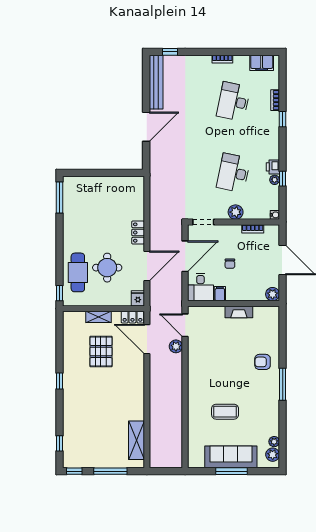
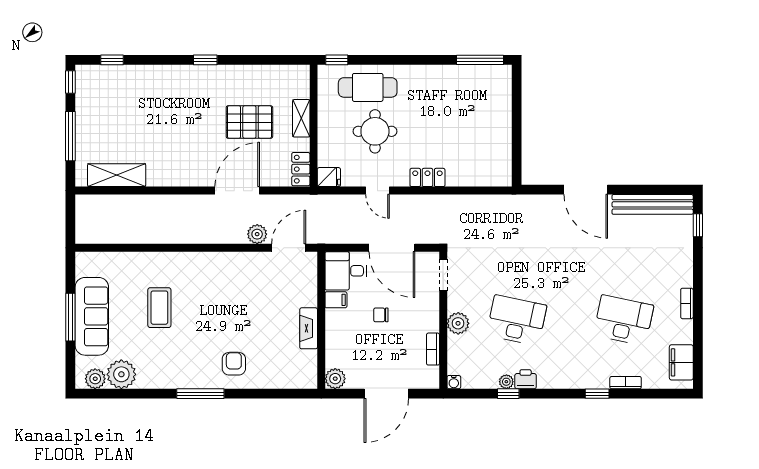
door: (147, 266) -> (377, 191), width x0.53
door: (147, 339) -> (237, 191), moved
plant: (274, 442) -> (121, 374), width x1.87, depth x1.87

